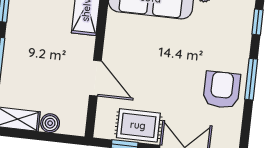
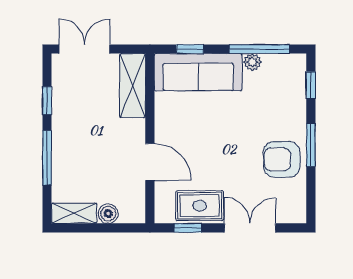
armchair: (222, 90) -> (282, 159), turned -90

